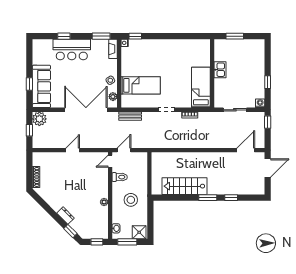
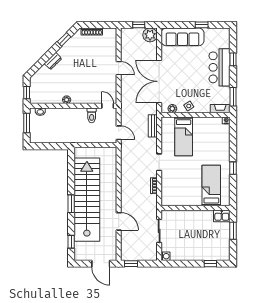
window: (135, 36) -> (233, 168), moved
kitchen sink: (220, 70) -> (222, 216), moved
window: (268, 82) -> (210, 264), moved
window: (29, 84) -> (202, 25), moved
bed: (201, 87) -> (211, 186), moved, turned -90
double door: (86, 110) -> (159, 81), swing flipped
window: (268, 122) -> (131, 264), moved
door: (124, 150) -> (119, 133), moved
door: (246, 150) -> (119, 221), moved
stairs: (185, 186) -> (87, 200), width x1.86, depth x1.51
window: (231, 198) -> (71, 242), moved
stool: (131, 200) -> (69, 127), removed
window: (70, 231) -> (64, 39), moved
shower: (139, 232) -> (36, 135), removed

